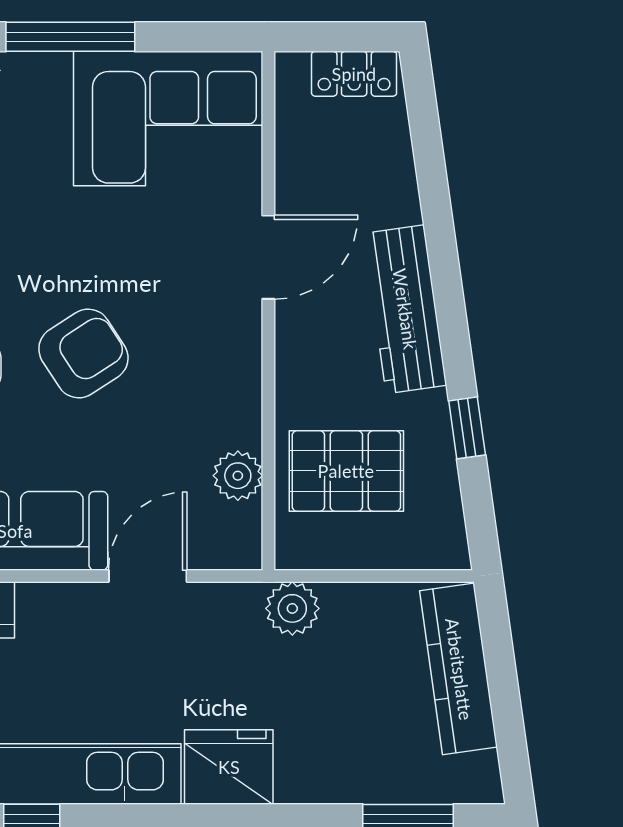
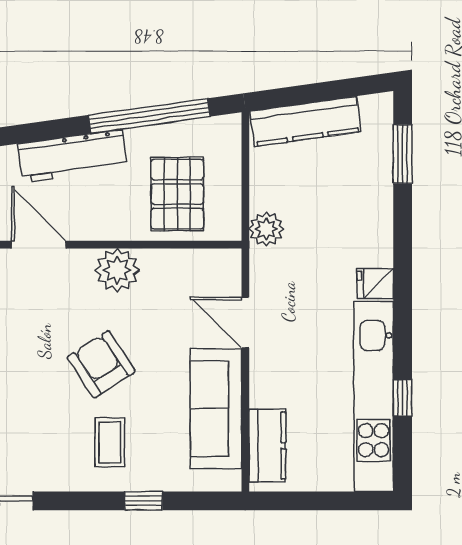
window: (467, 428) -> (149, 116), width x3.17
plant: (238, 476) -> (117, 270), moved, width x1.36, depth x1.36
fridge: (229, 767) -> (375, 284), width x0.53, depth x0.75

